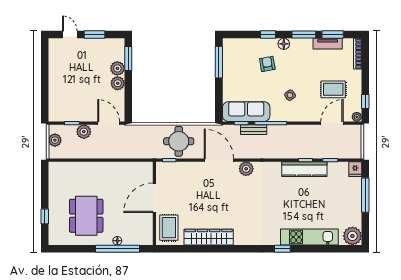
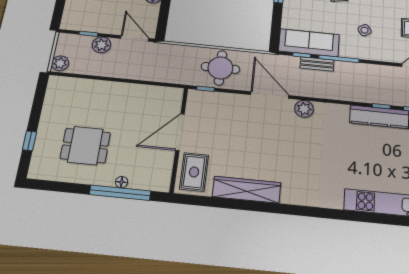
plant: (55, 140) -> (60, 63), moved
dining table: (86, 216) -> (85, 146), width x0.73
window: (282, 249) -> (346, 215), removed

